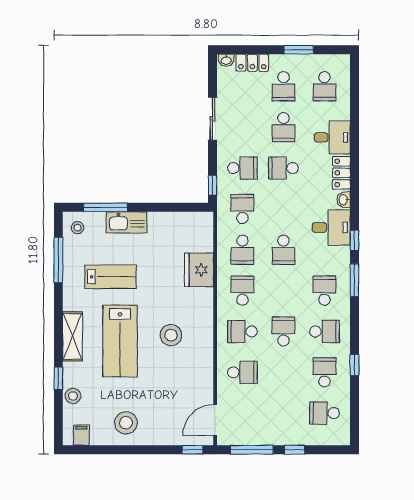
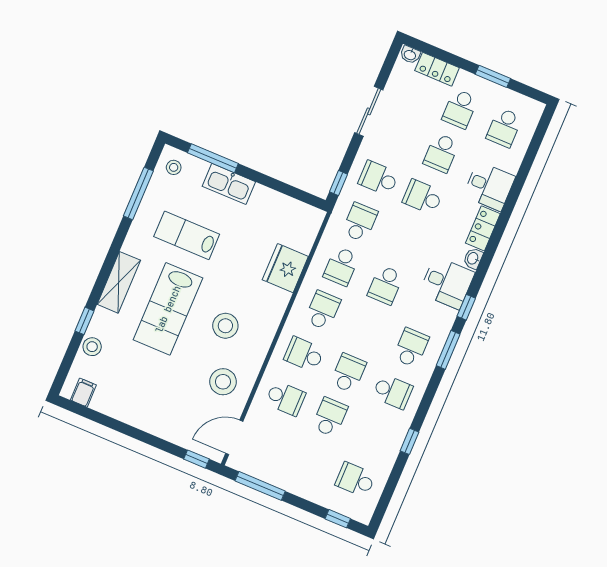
school desk: (242, 168) -> (378, 178), turned 180
lab bench: (110, 277) -> (187, 235), turned 180
school desk: (325, 372) -> (330, 417), moved
stool: (126, 423) -> (223, 382), moved
window: (294, 450) -> (338, 519), moved

